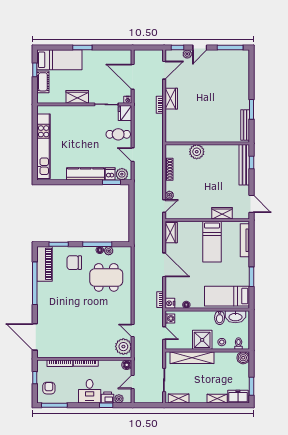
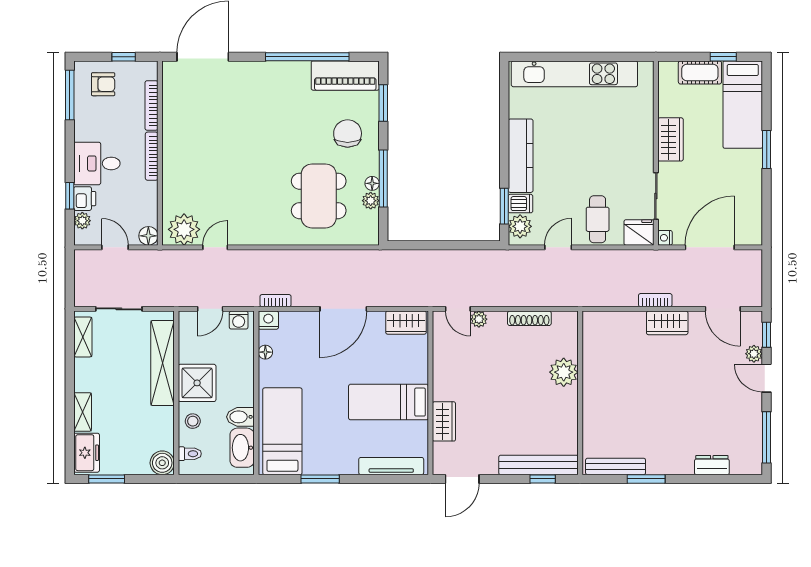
dresser: (244, 76) -> (712, 465), added

